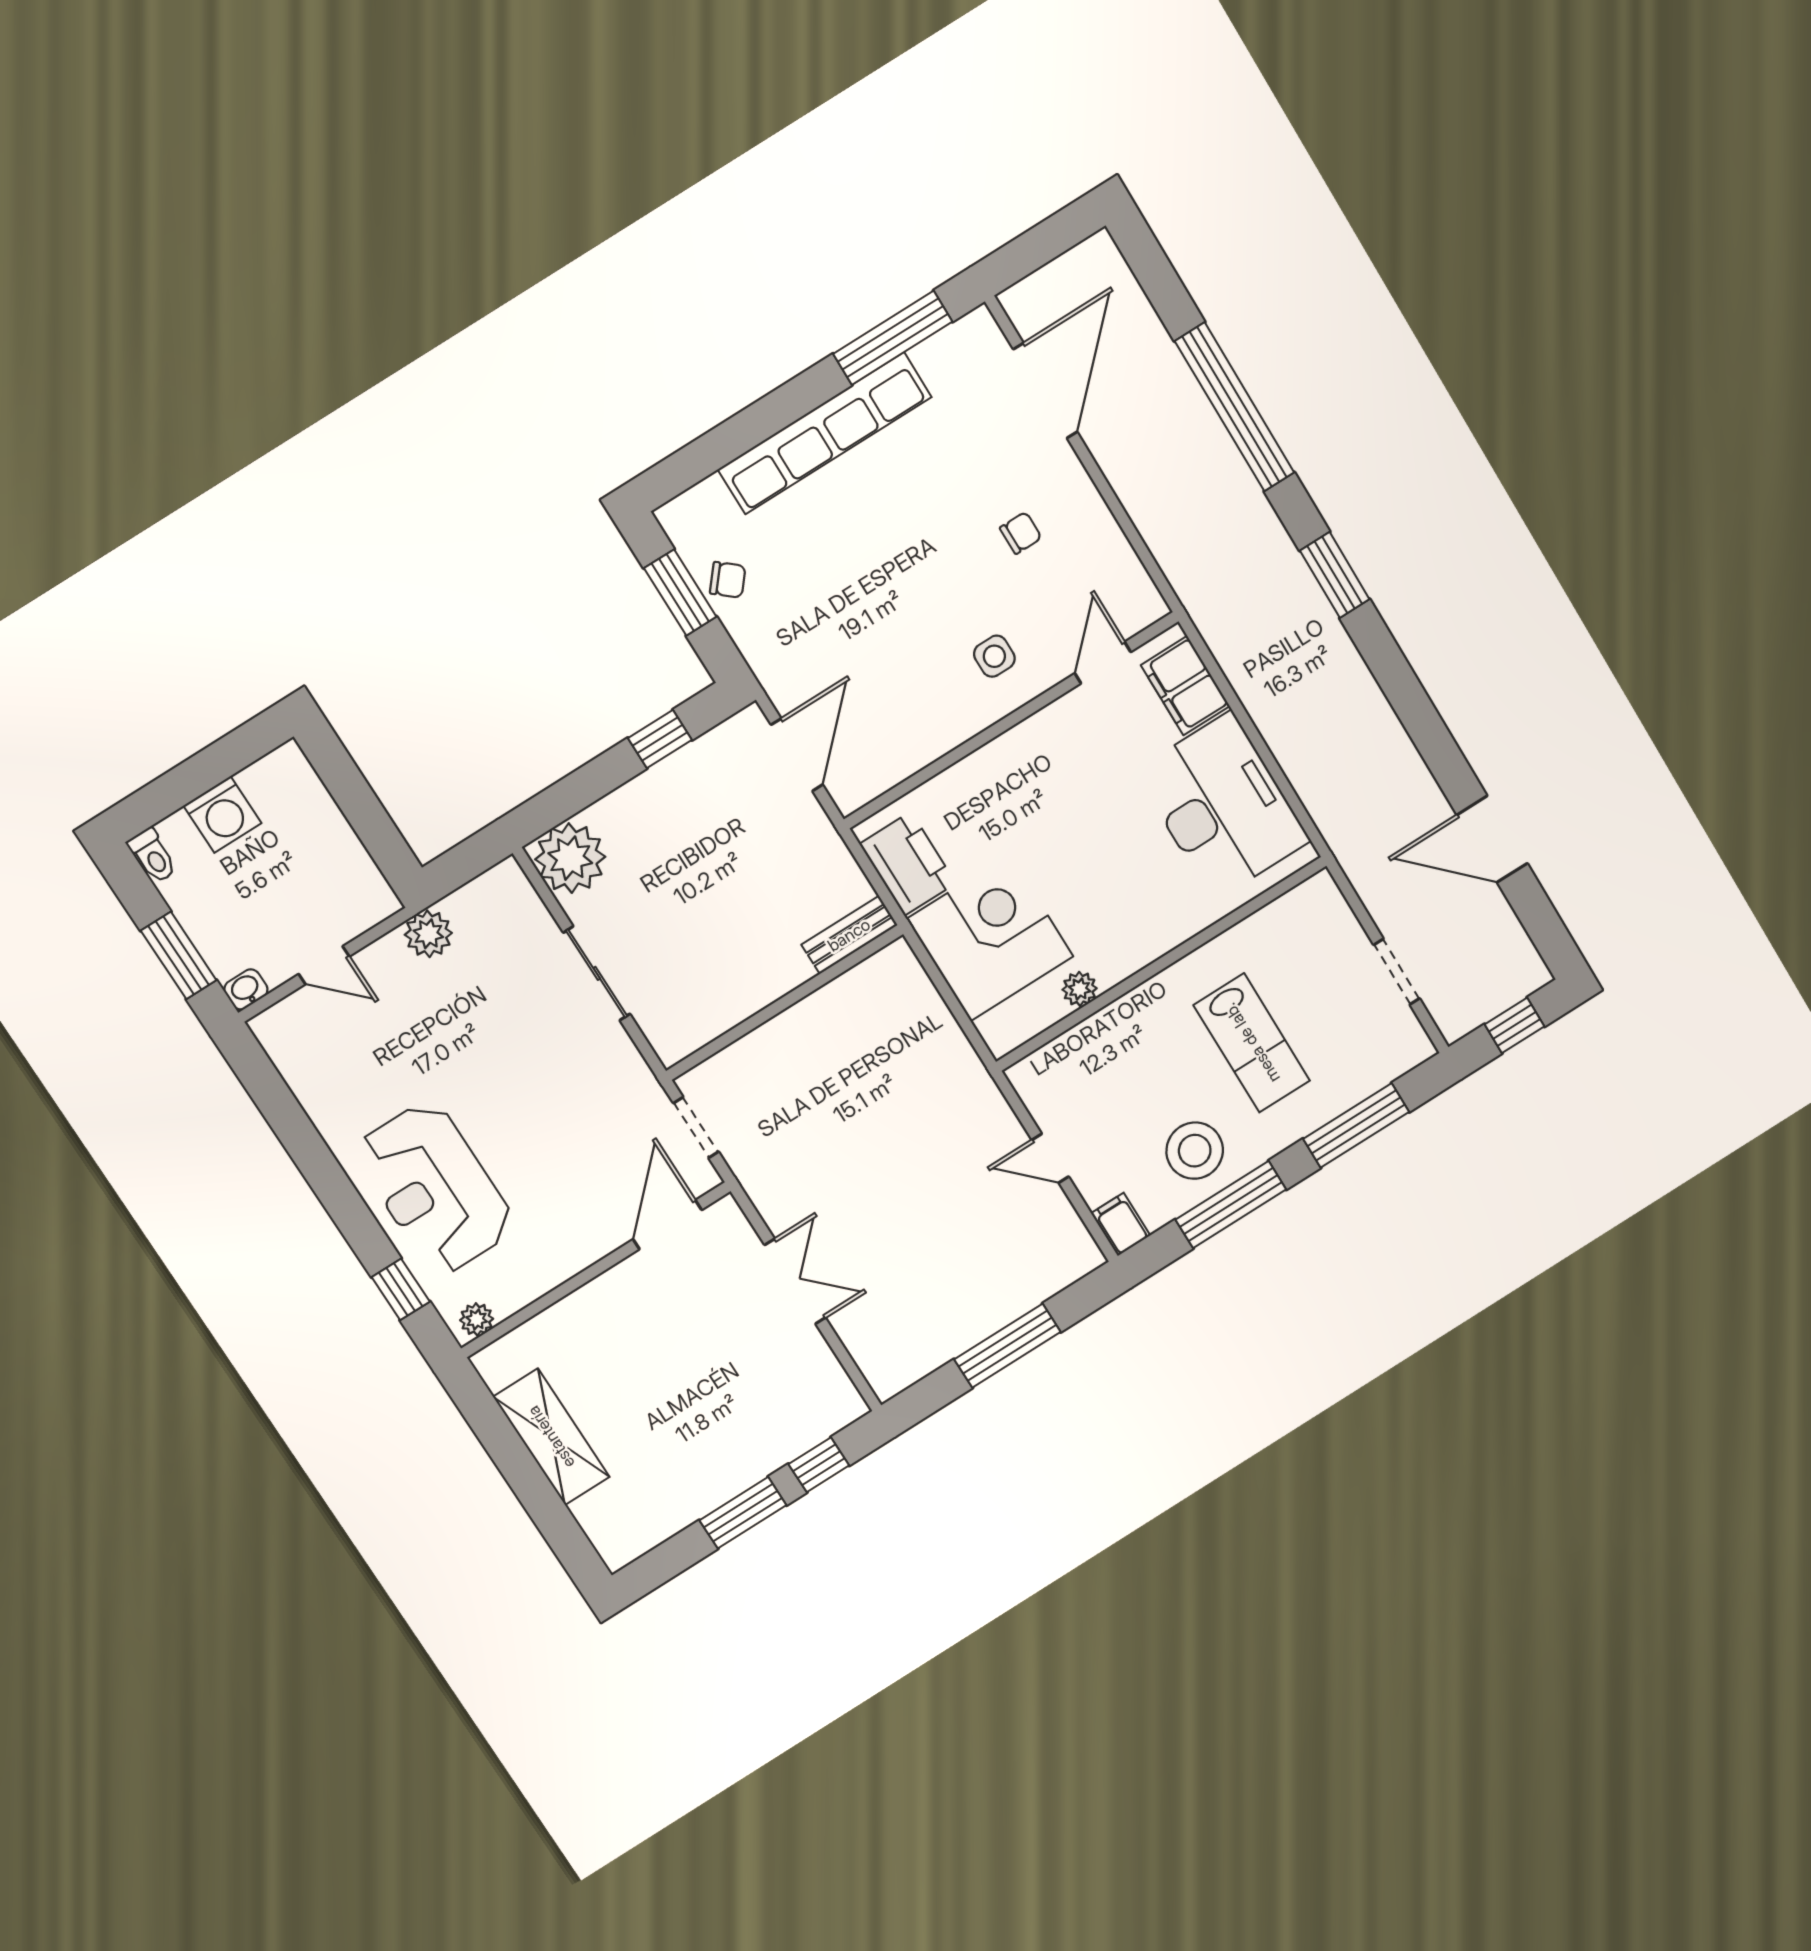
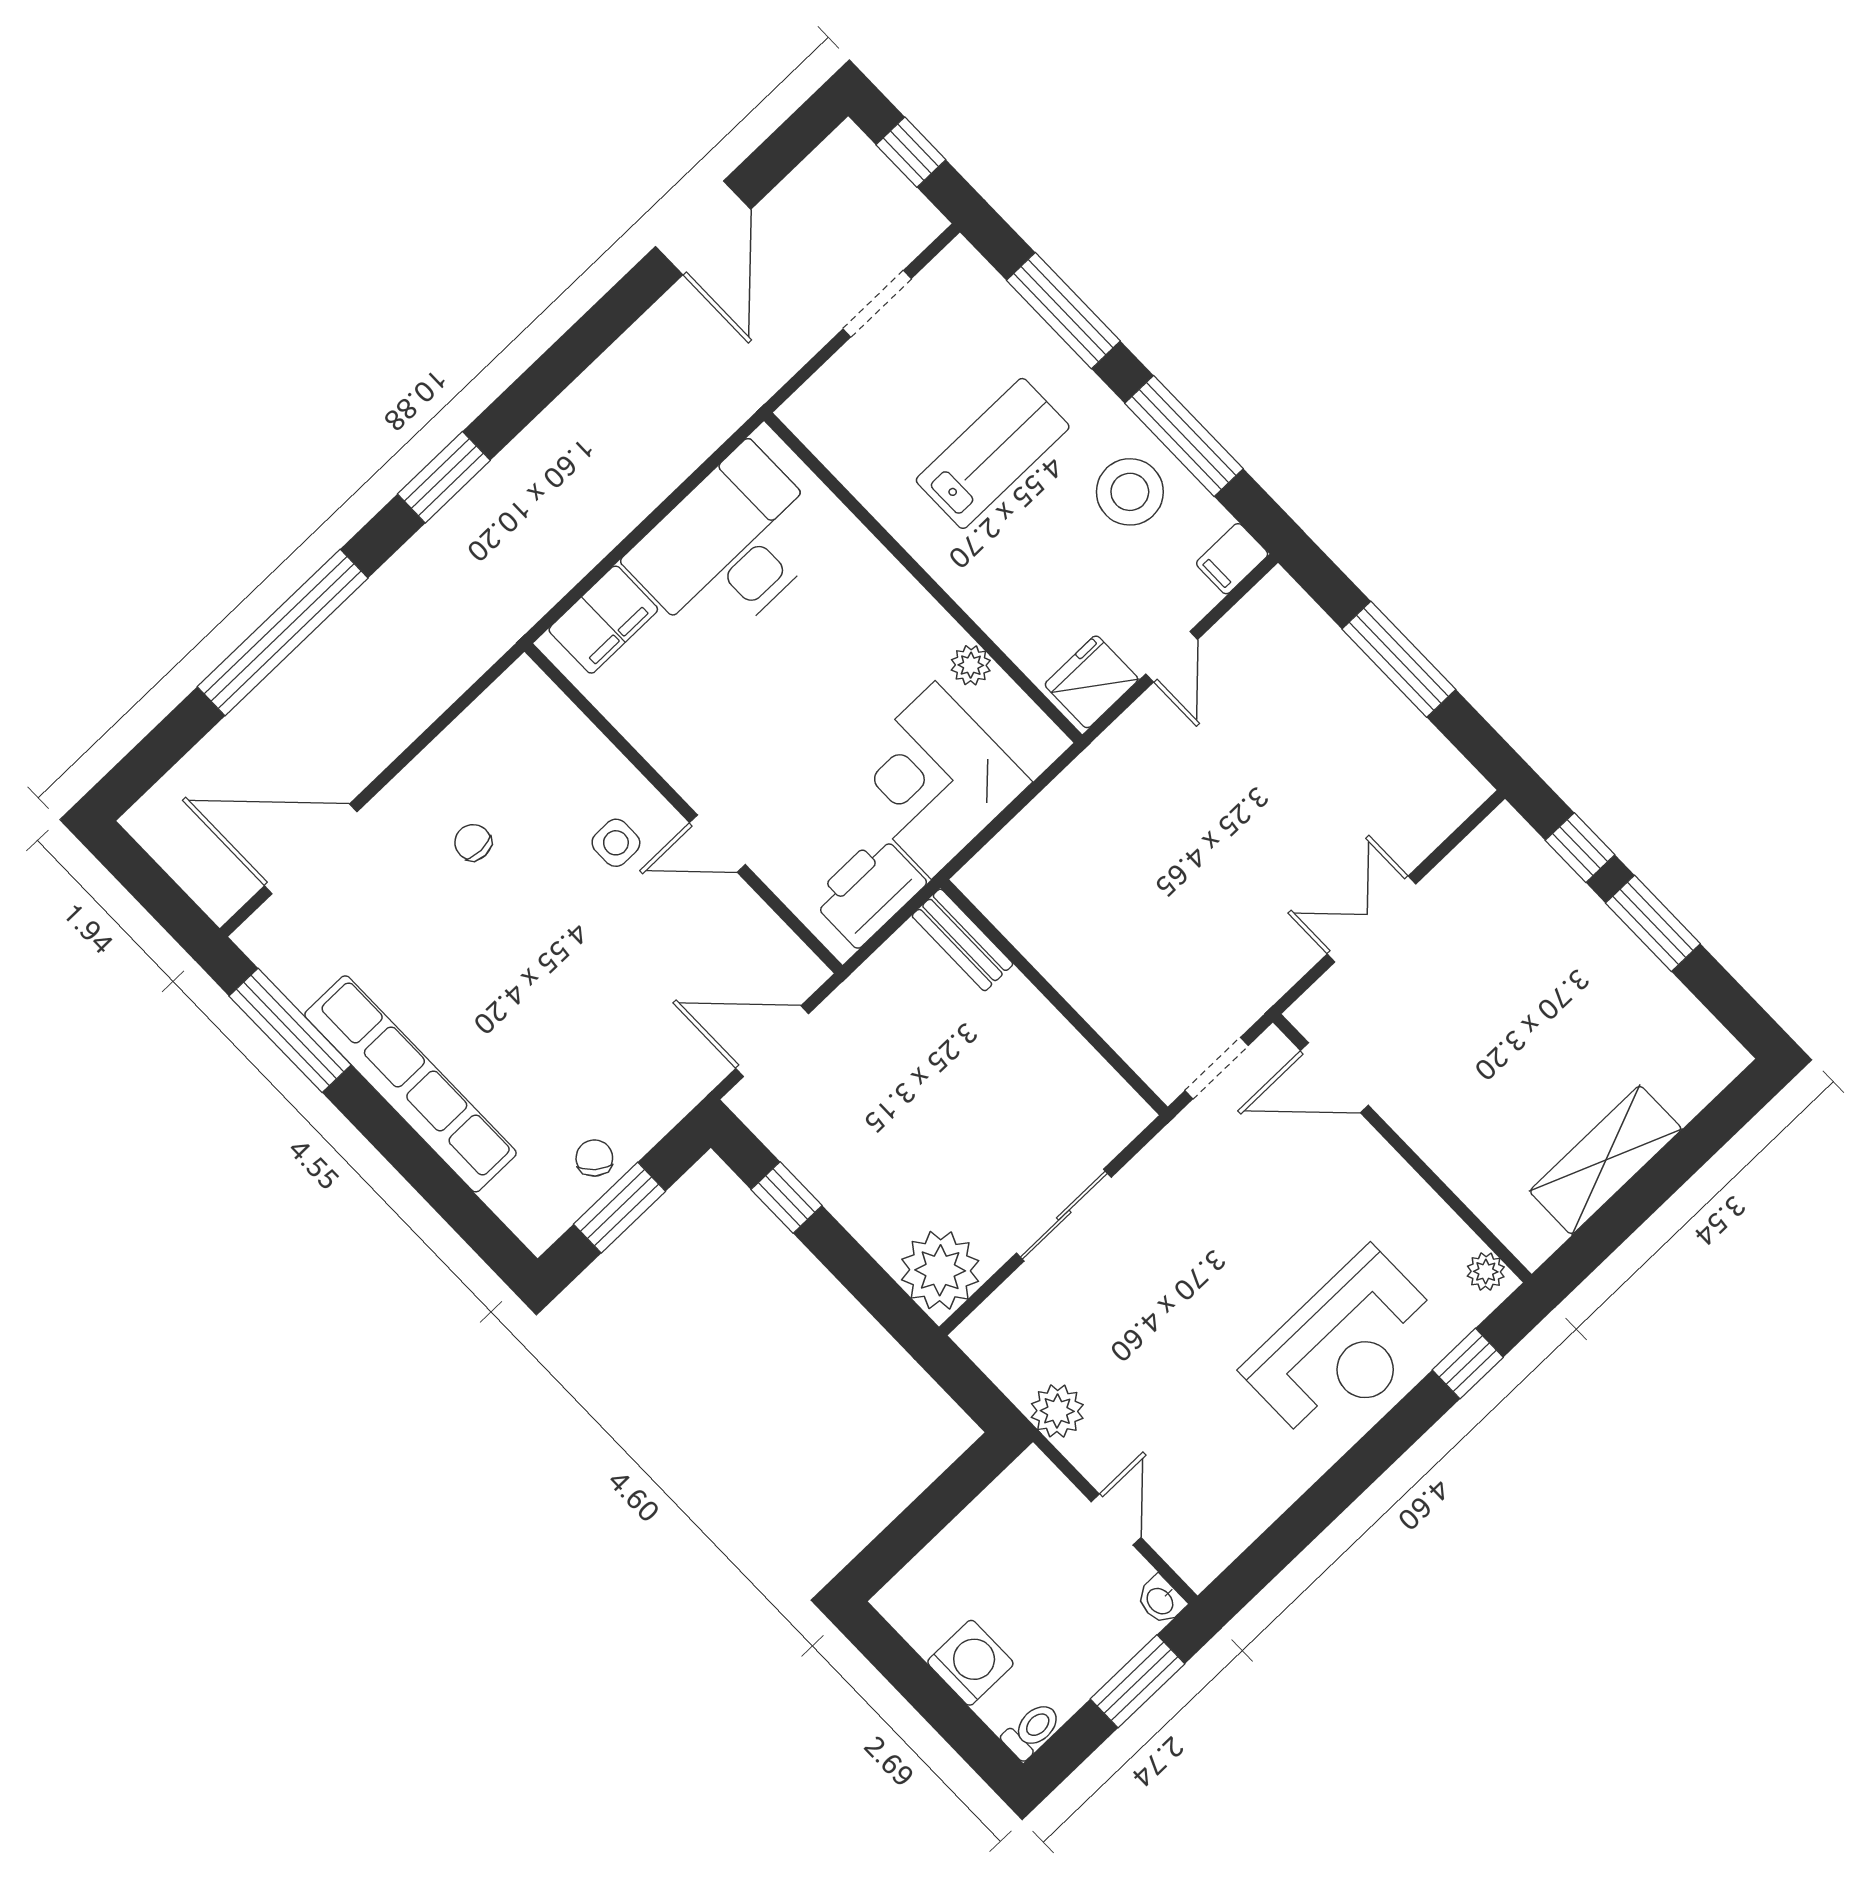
door: (1103, 663) -> (717, 844), moved
fridge: (1044, 1087) -> (1091, 682), added

